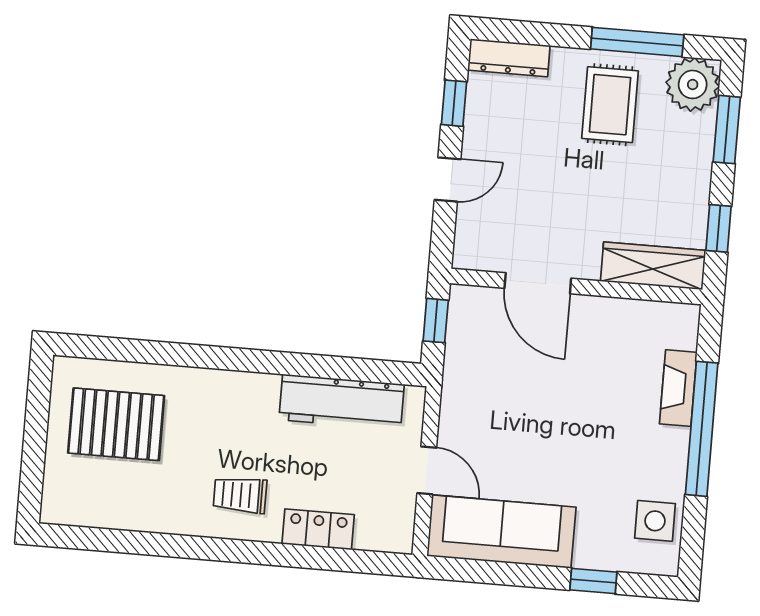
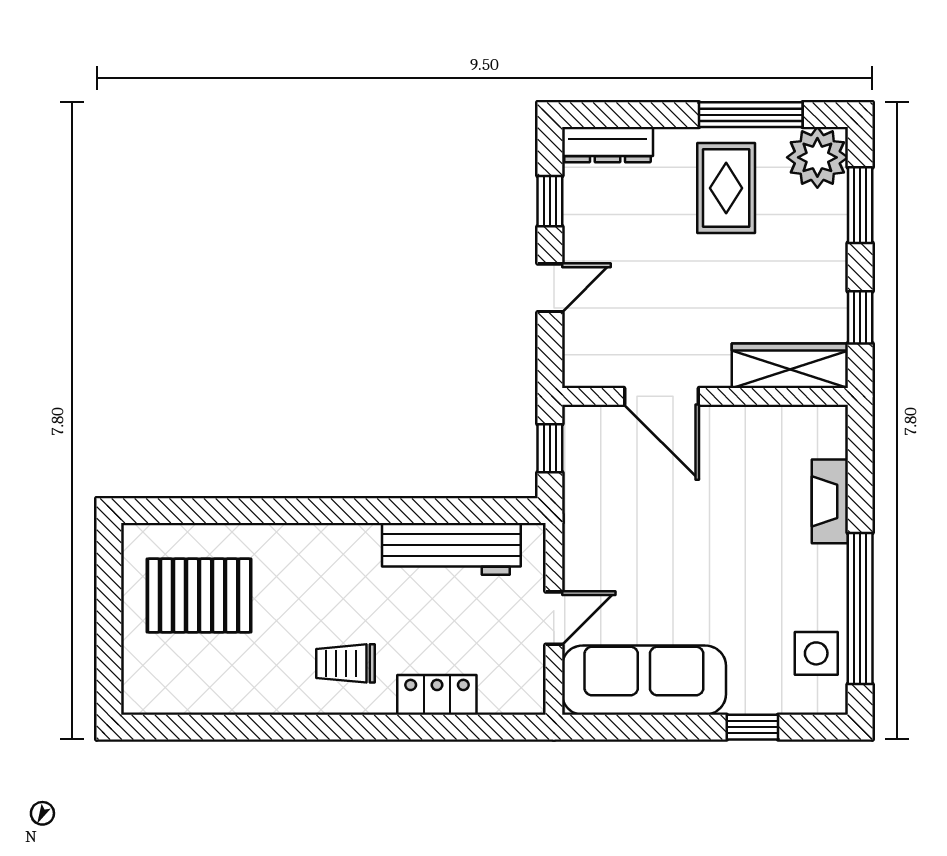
window: (702, 429) -> (860, 608), moved
door: (427, 470) -> (554, 618), hinge flipped

